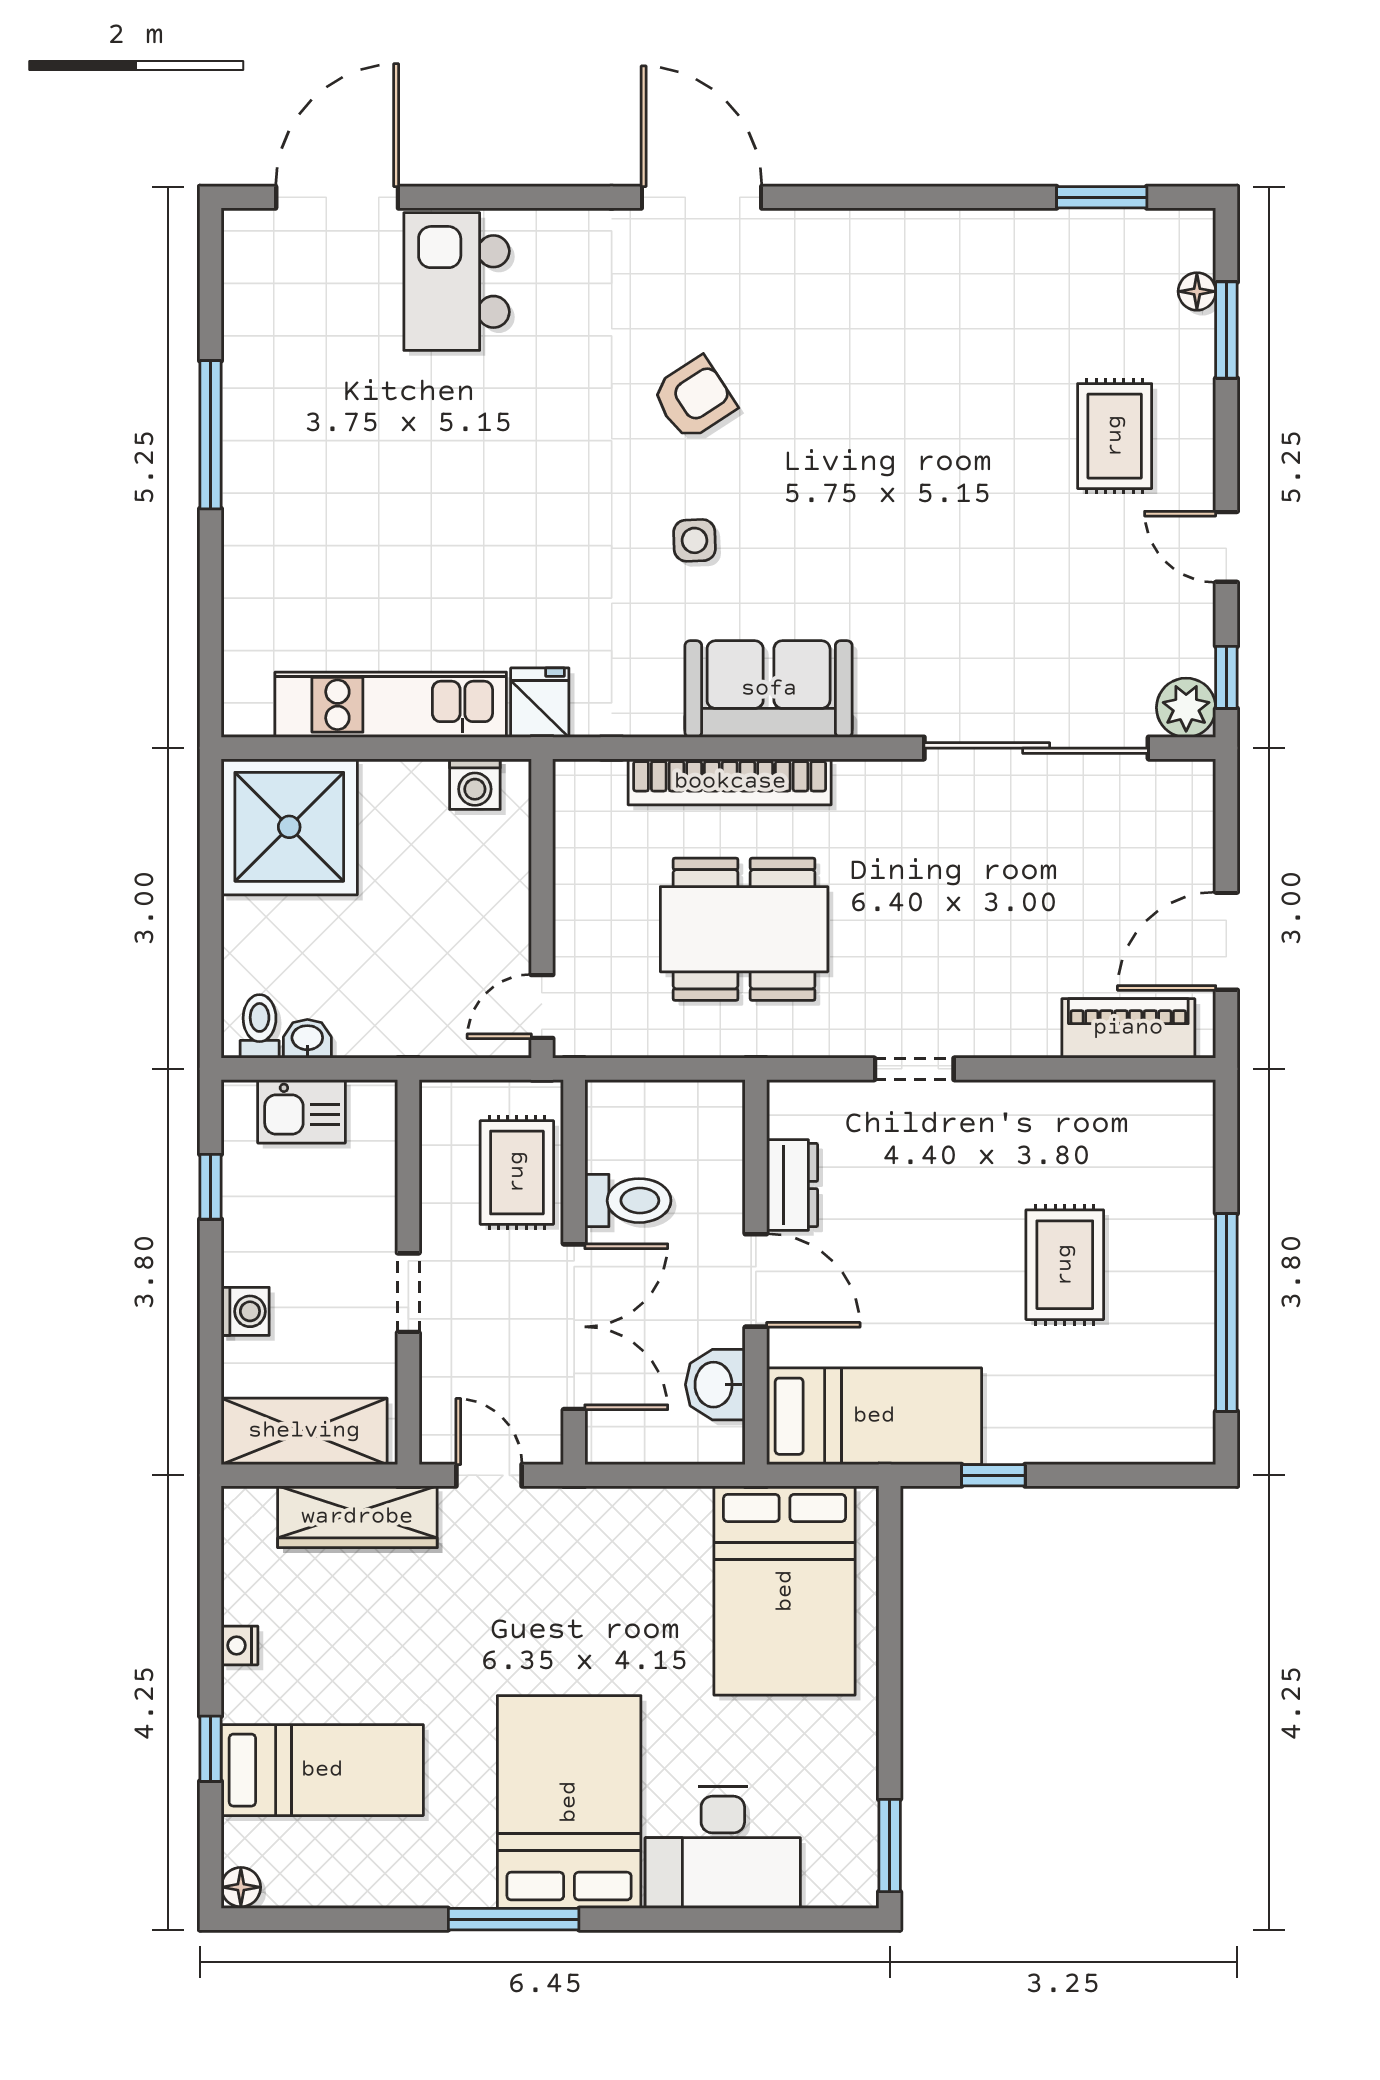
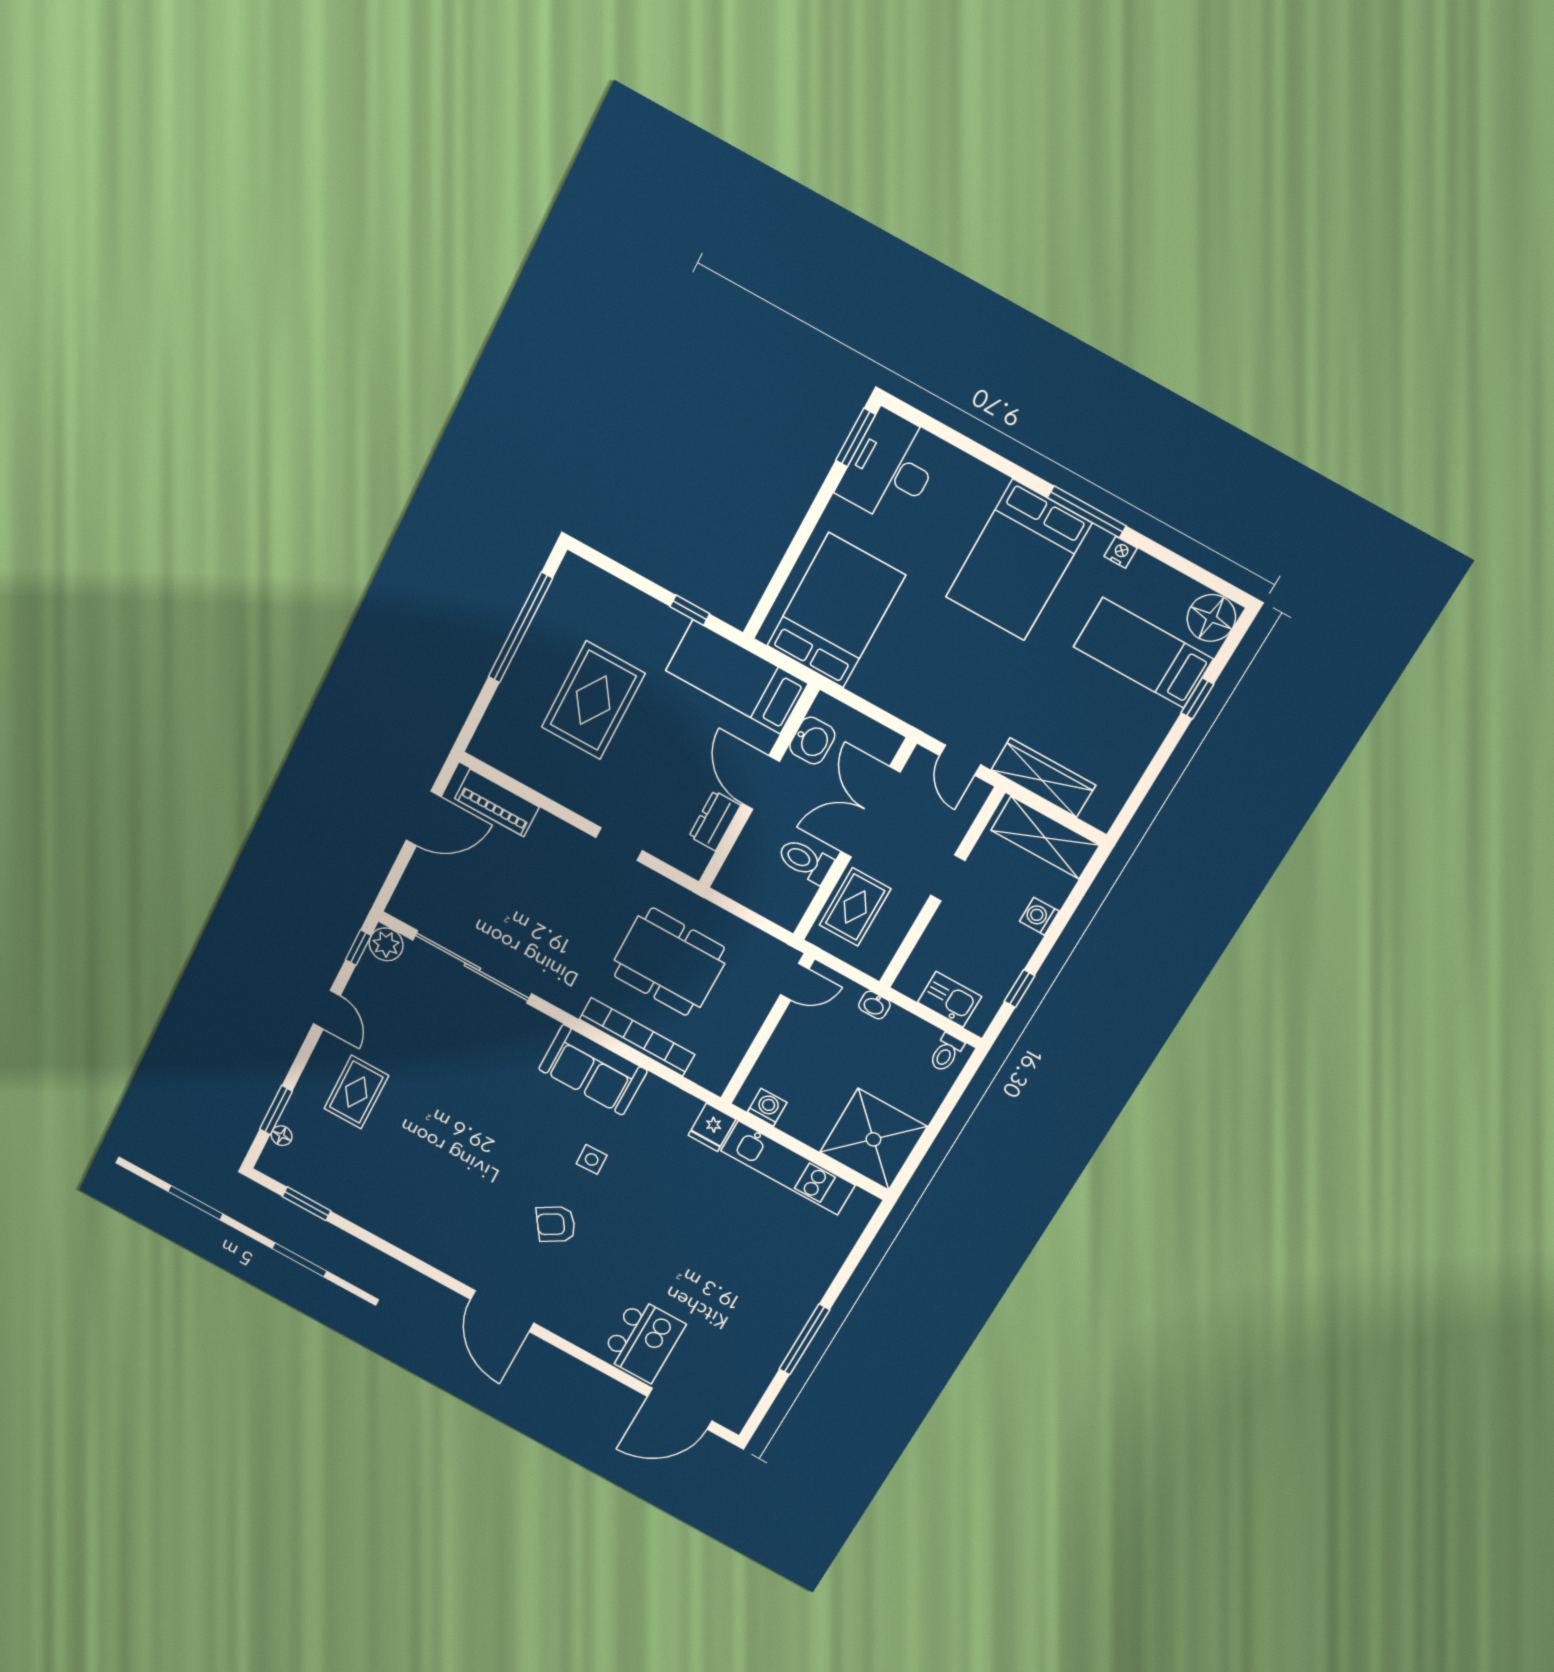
washbasin: (307, 1039) -> (874, 1005), moved
rug: (1065, 1265) -> (593, 700), width x1.36, depth x1.43
nightstand: (239, 1645) -> (1121, 552), moved, turned -90
desk: (723, 1847) -> (891, 468), moved, turned -90
floor lamp: (241, 1887) -> (1211, 618), width x1.89, depth x1.89

